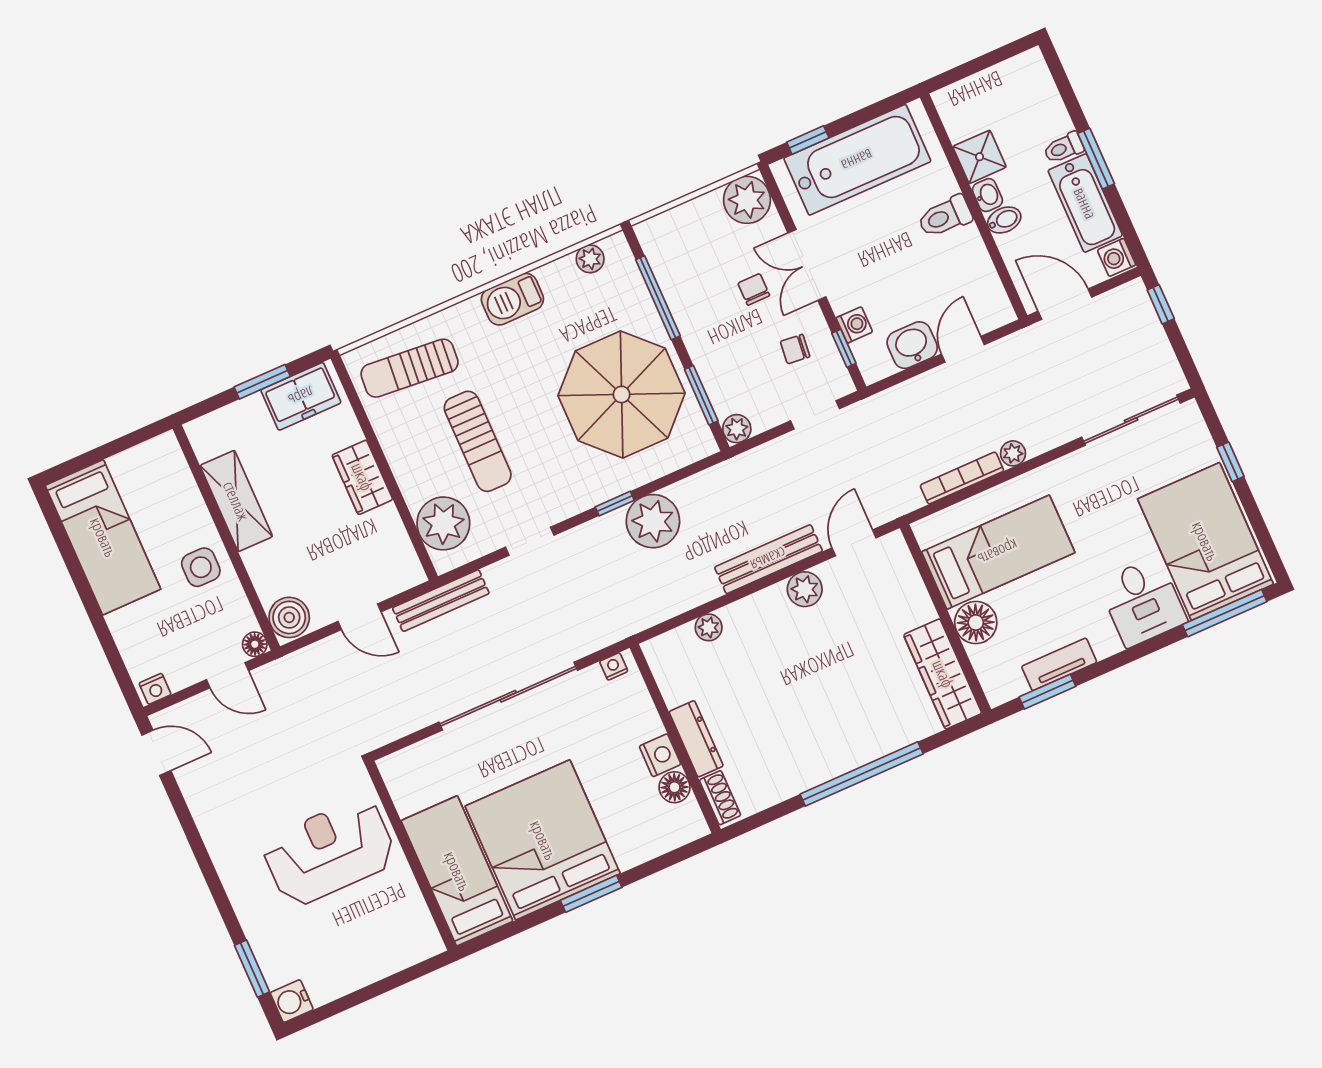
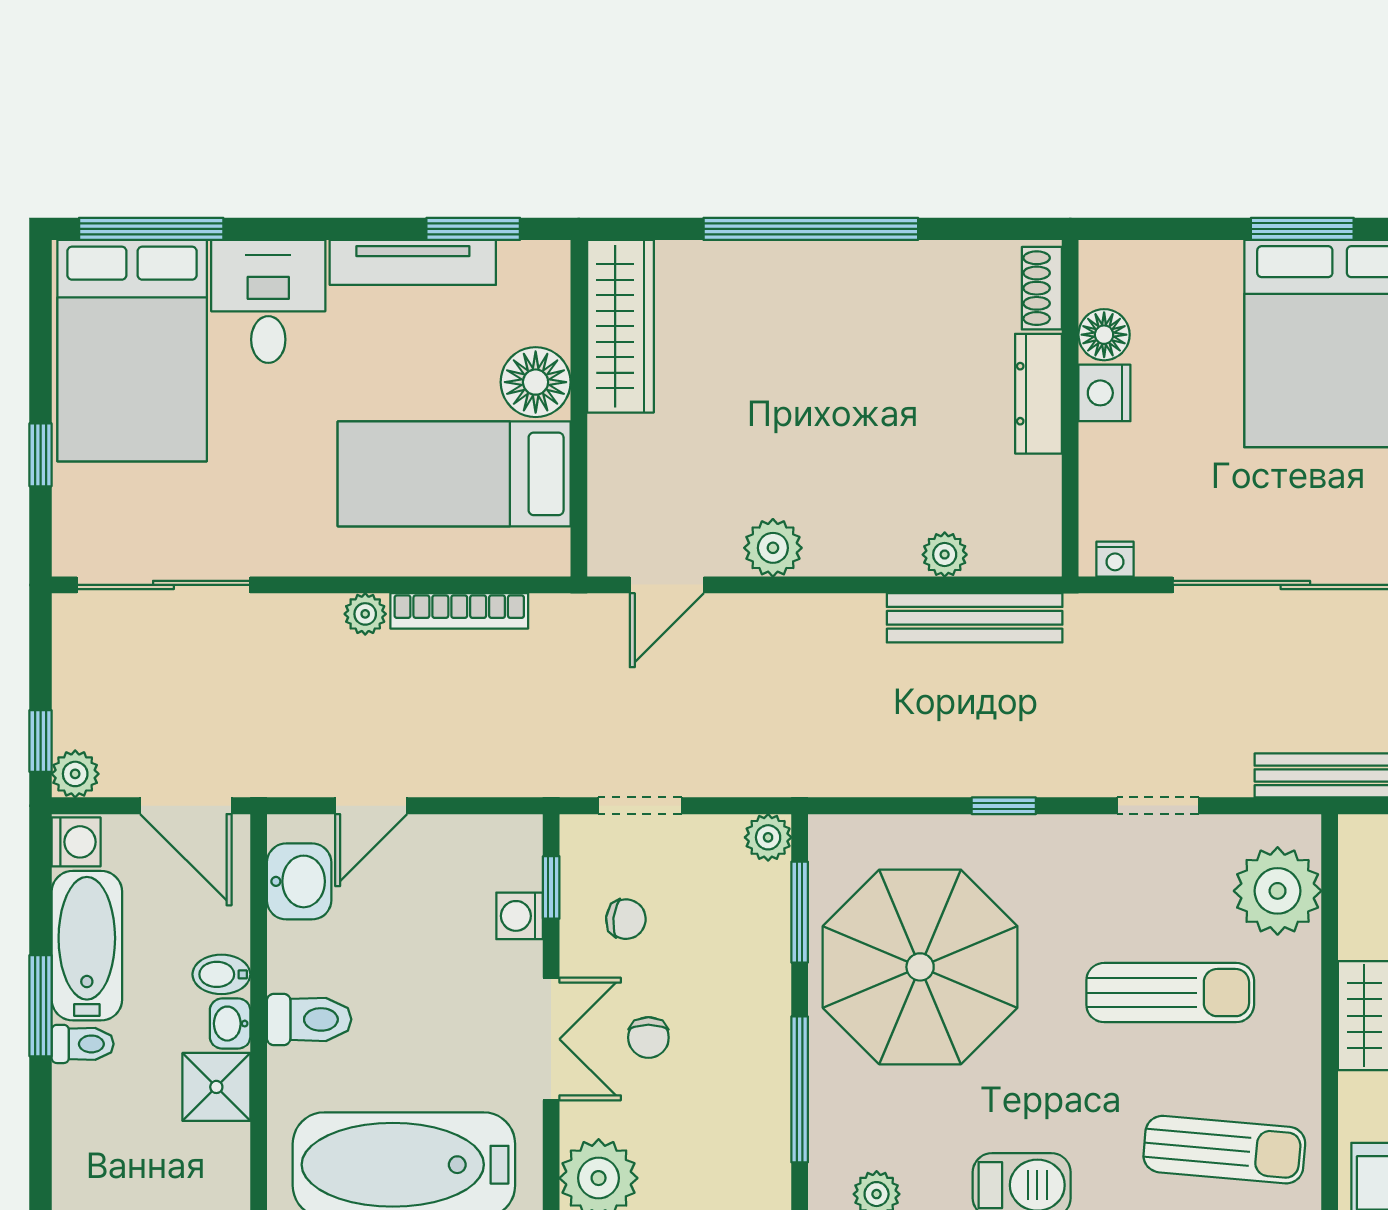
washbasin: (912, 345) -> (299, 881), moved, turned -90
sun lounger: (478, 441) -> (1170, 993), turned 90
plant: (653, 521) -> (75, 774), moved, width x0.53, depth x0.53
bench: (768, 559) -> (975, 618), moved
tv unit: (1059, 664) -> (413, 262), width x1.41

